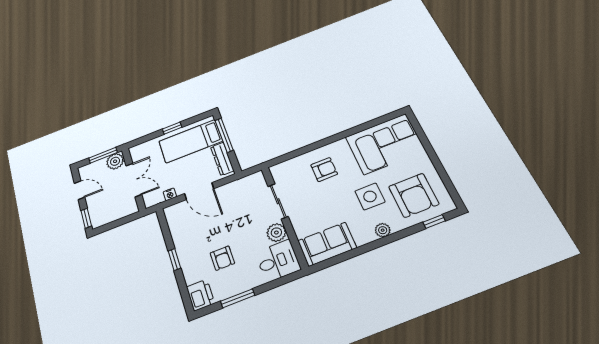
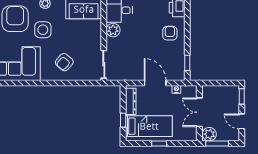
window: (224, 135) -> (123, 120), width x0.46
armchair: (324, 170) -> (64, 62), turned -49
sliding door: (278, 201) -> (104, 64), moved
armchair: (222, 258) -> (170, 33), moved
window: (174, 260) -> (187, 63), moved

